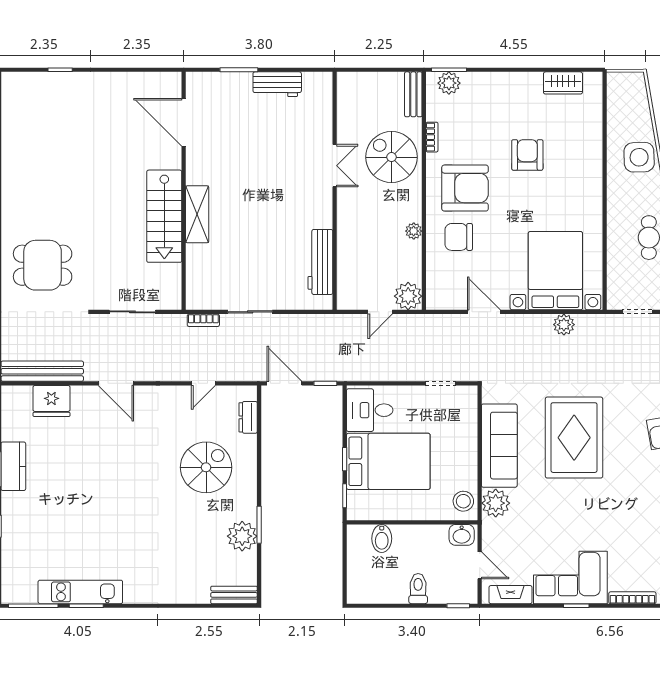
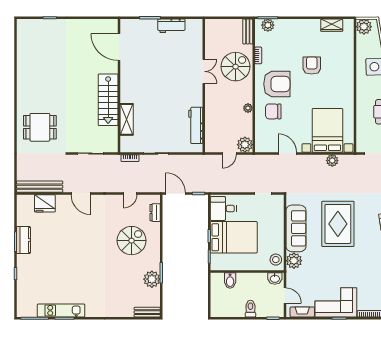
plant: (620, 86) -> (364, 27), added
spiral stairs: (391, 157) -> (236, 67), turned 90
shelving: (197, 214) -> (127, 119), moved

